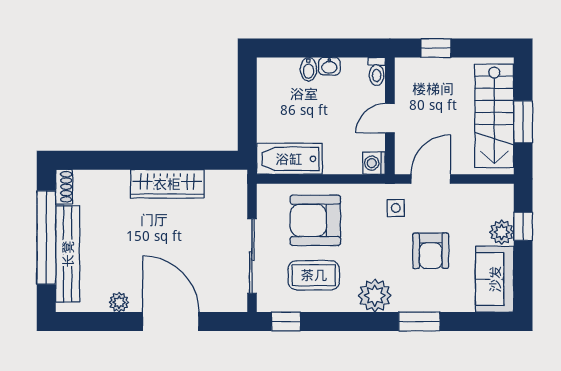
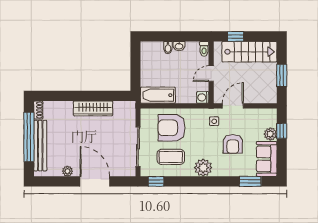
stairs: (494, 116) -> (249, 52), moved, turned -90
window: (419, 322) -> (250, 181), moved

